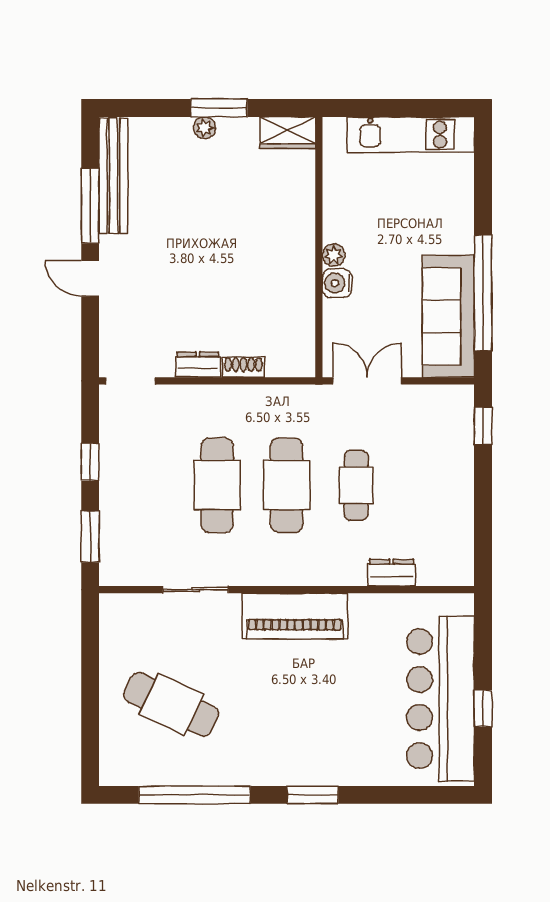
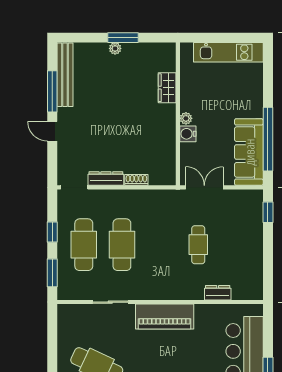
wardrobe: (288, 133) -> (167, 88), moved, turned 90
dresser: (198, 365) -> (106, 179), width x1.44
cafe table: (287, 485) -> (84, 245), moved

